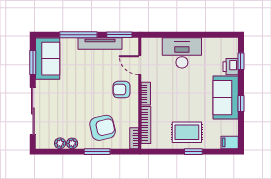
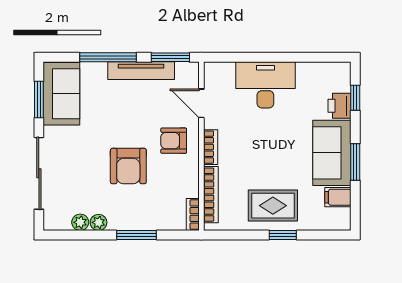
window: (241, 104) -> (355, 162), width x1.50
armchair: (103, 128) -> (128, 166), moved, turned 103
filing cabinet: (230, 142) -> (338, 197), moved

